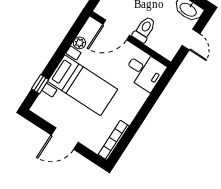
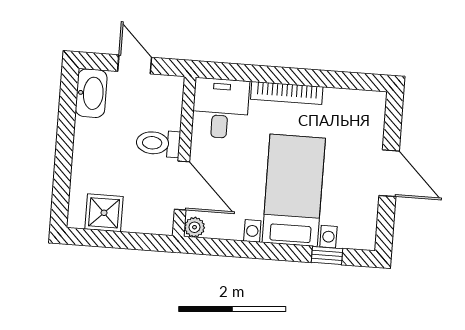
door: (191, 39) -> (135, 64), hinge flipped
plant: (80, 43) -> (194, 227), moved
bookcase: (114, 140) -> (287, 93), moved

